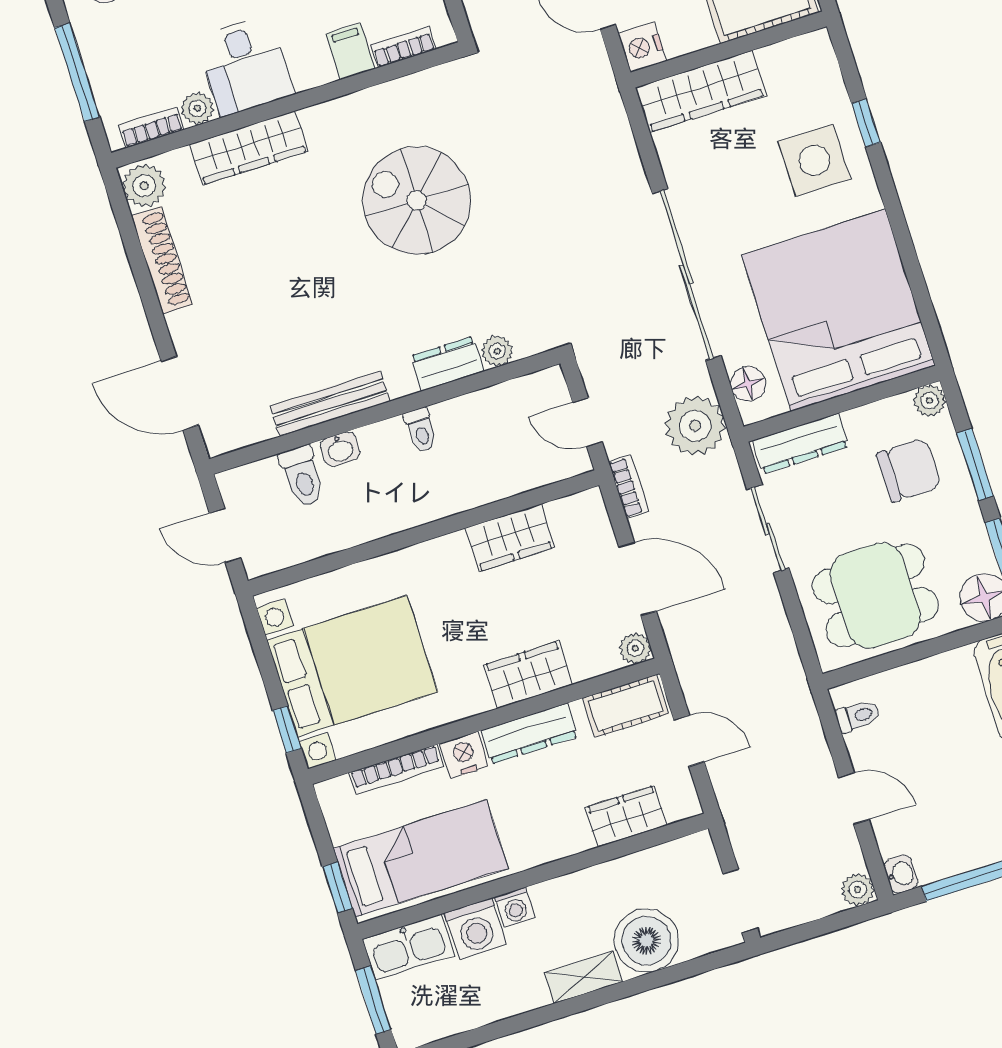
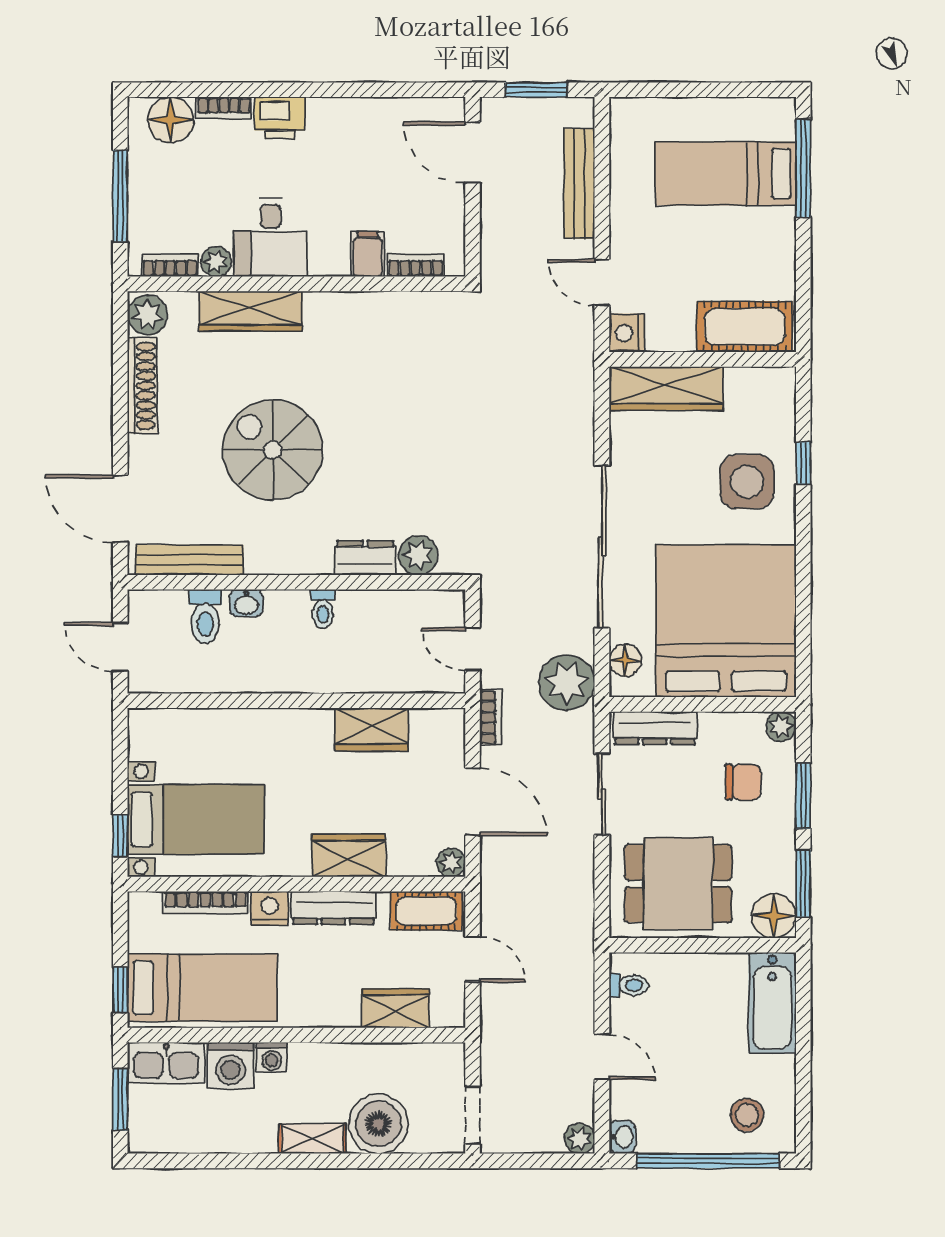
spiral stairs: (417, 201) -> (273, 450), moved
plant: (497, 351) -> (418, 555), width x1.38, depth x1.38
bench: (330, 404) -> (190, 560), moved
chair: (909, 470) -> (743, 782), width x0.73, depth x0.73
bed with nightstands: (352, 666) -> (196, 819), width x0.73

